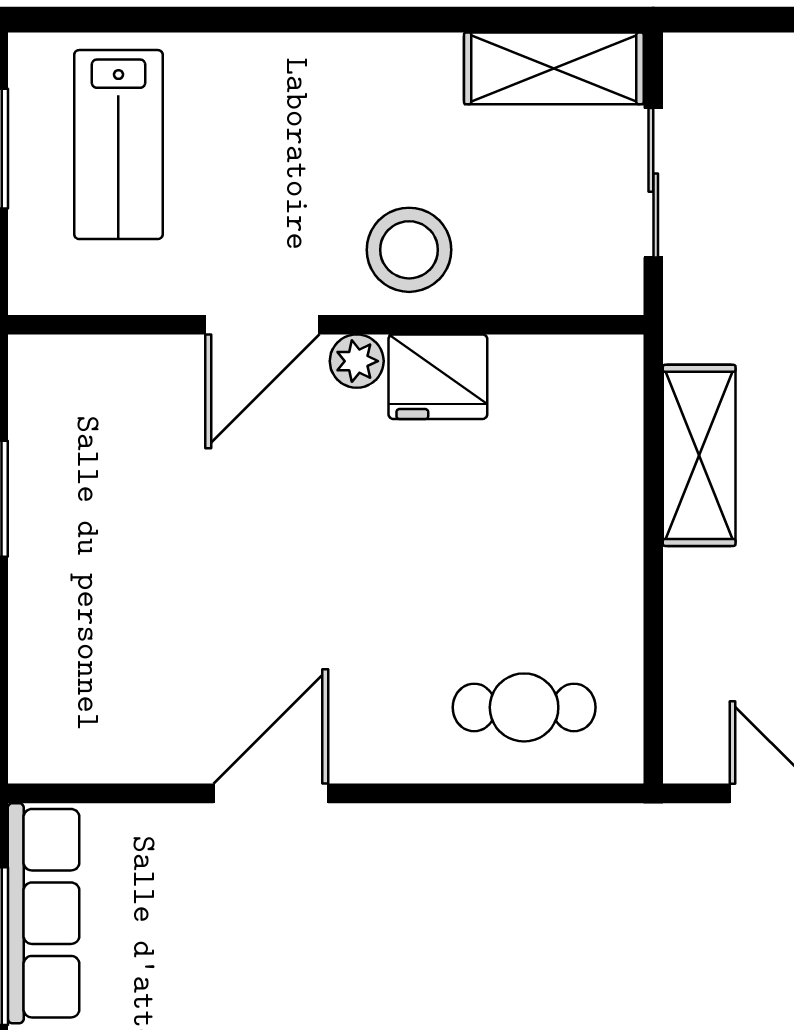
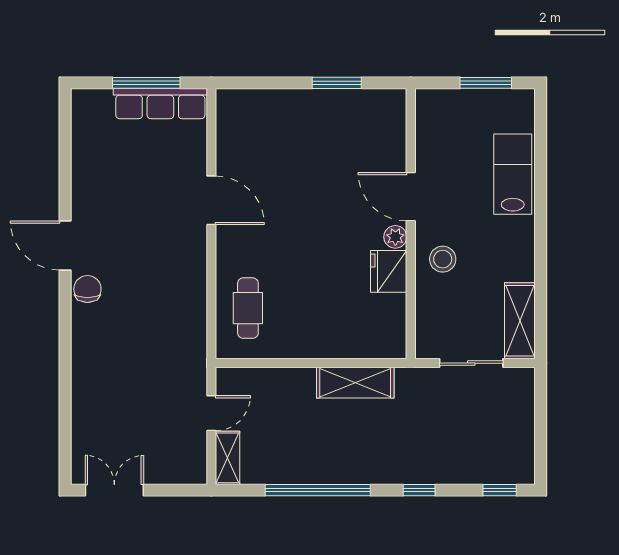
lab bench: (118, 145) -> (513, 174), moved, turned 90
stool: (409, 250) -> (443, 259), width x0.73, depth x0.73

